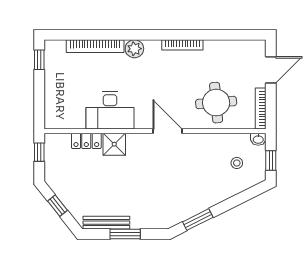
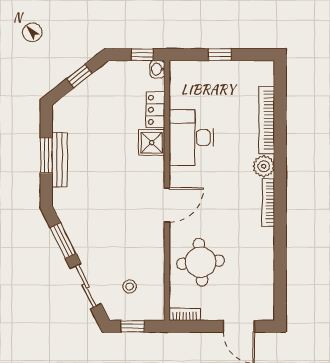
bookcase: (182, 45) -> (268, 203), moved
window: (39, 60) -> (220, 55), moved
bookcase: (261, 108) -> (185, 314), width x0.64
washbasin: (258, 139) -> (157, 69), moved
sliding door: (236, 200) -> (86, 286), added
bench: (106, 223) -> (60, 160), moved

